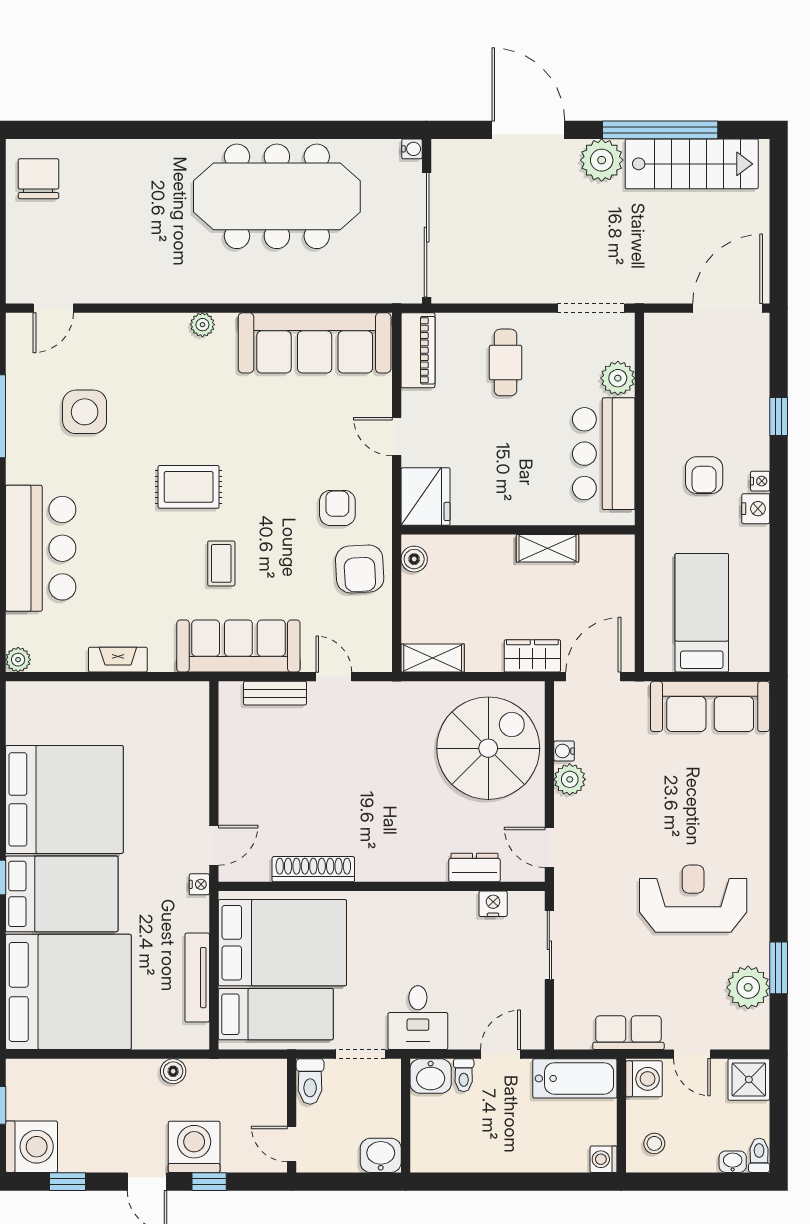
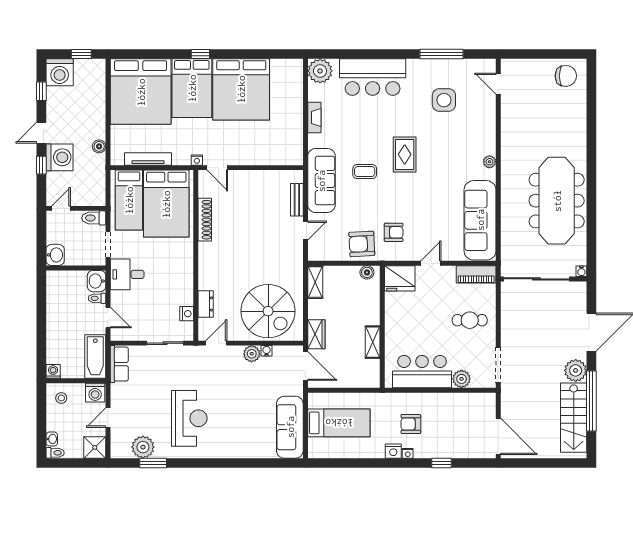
plant: (18, 660) -> (320, 71), width x1.88, depth x1.88
row of seats: (628, 1033) -> (119, 364), moved

